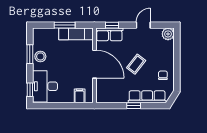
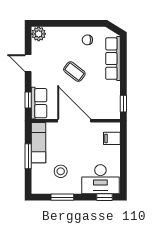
stool: (40, 56) -> (61, 171), moved
door: (94, 64) -> (74, 121), hinge flipped
window: (134, 106) -> (123, 104), moved

